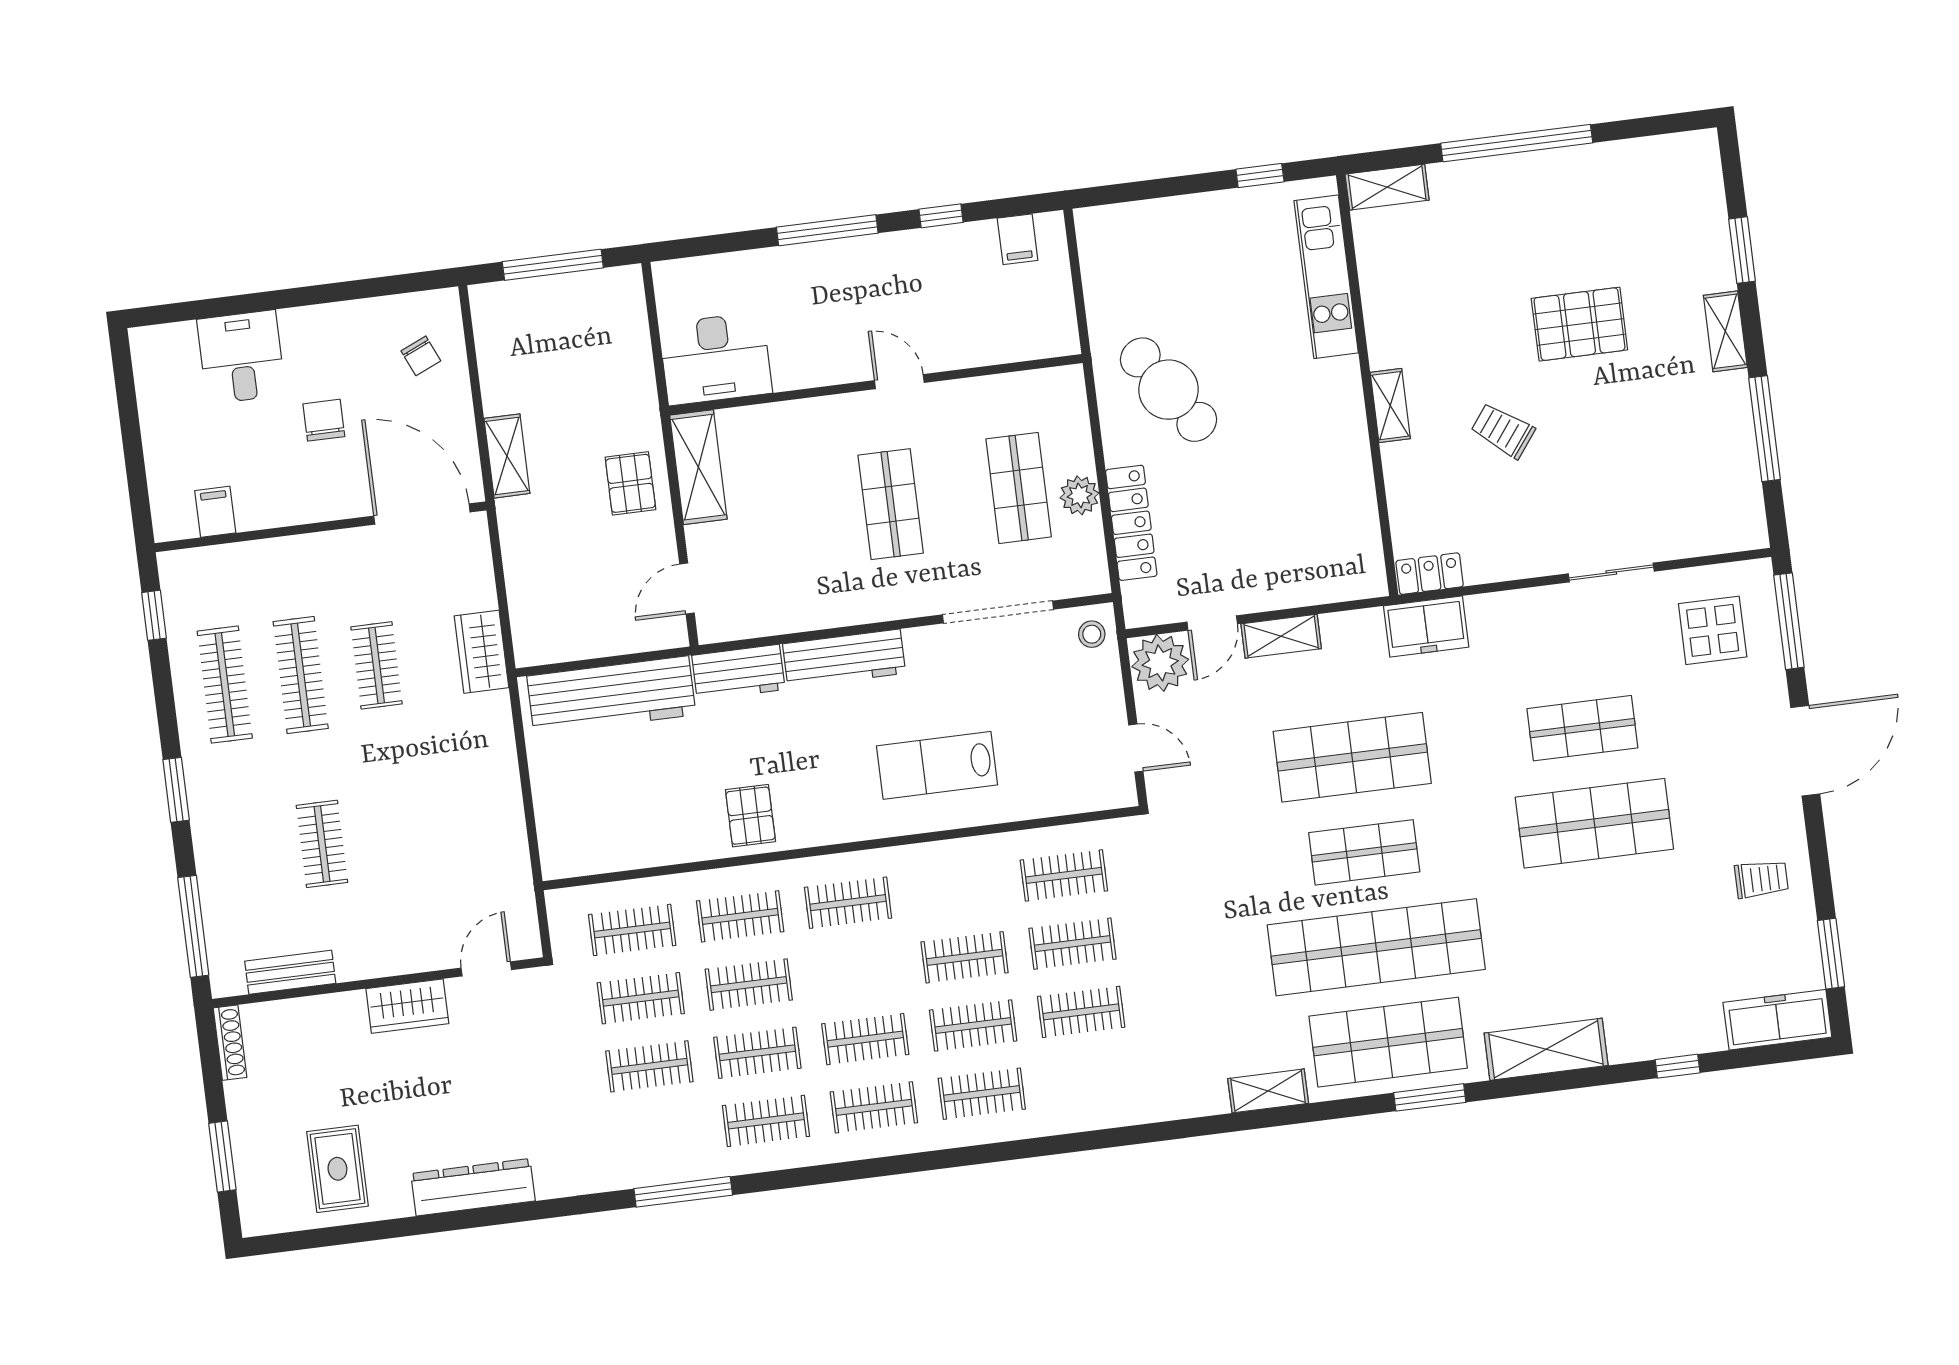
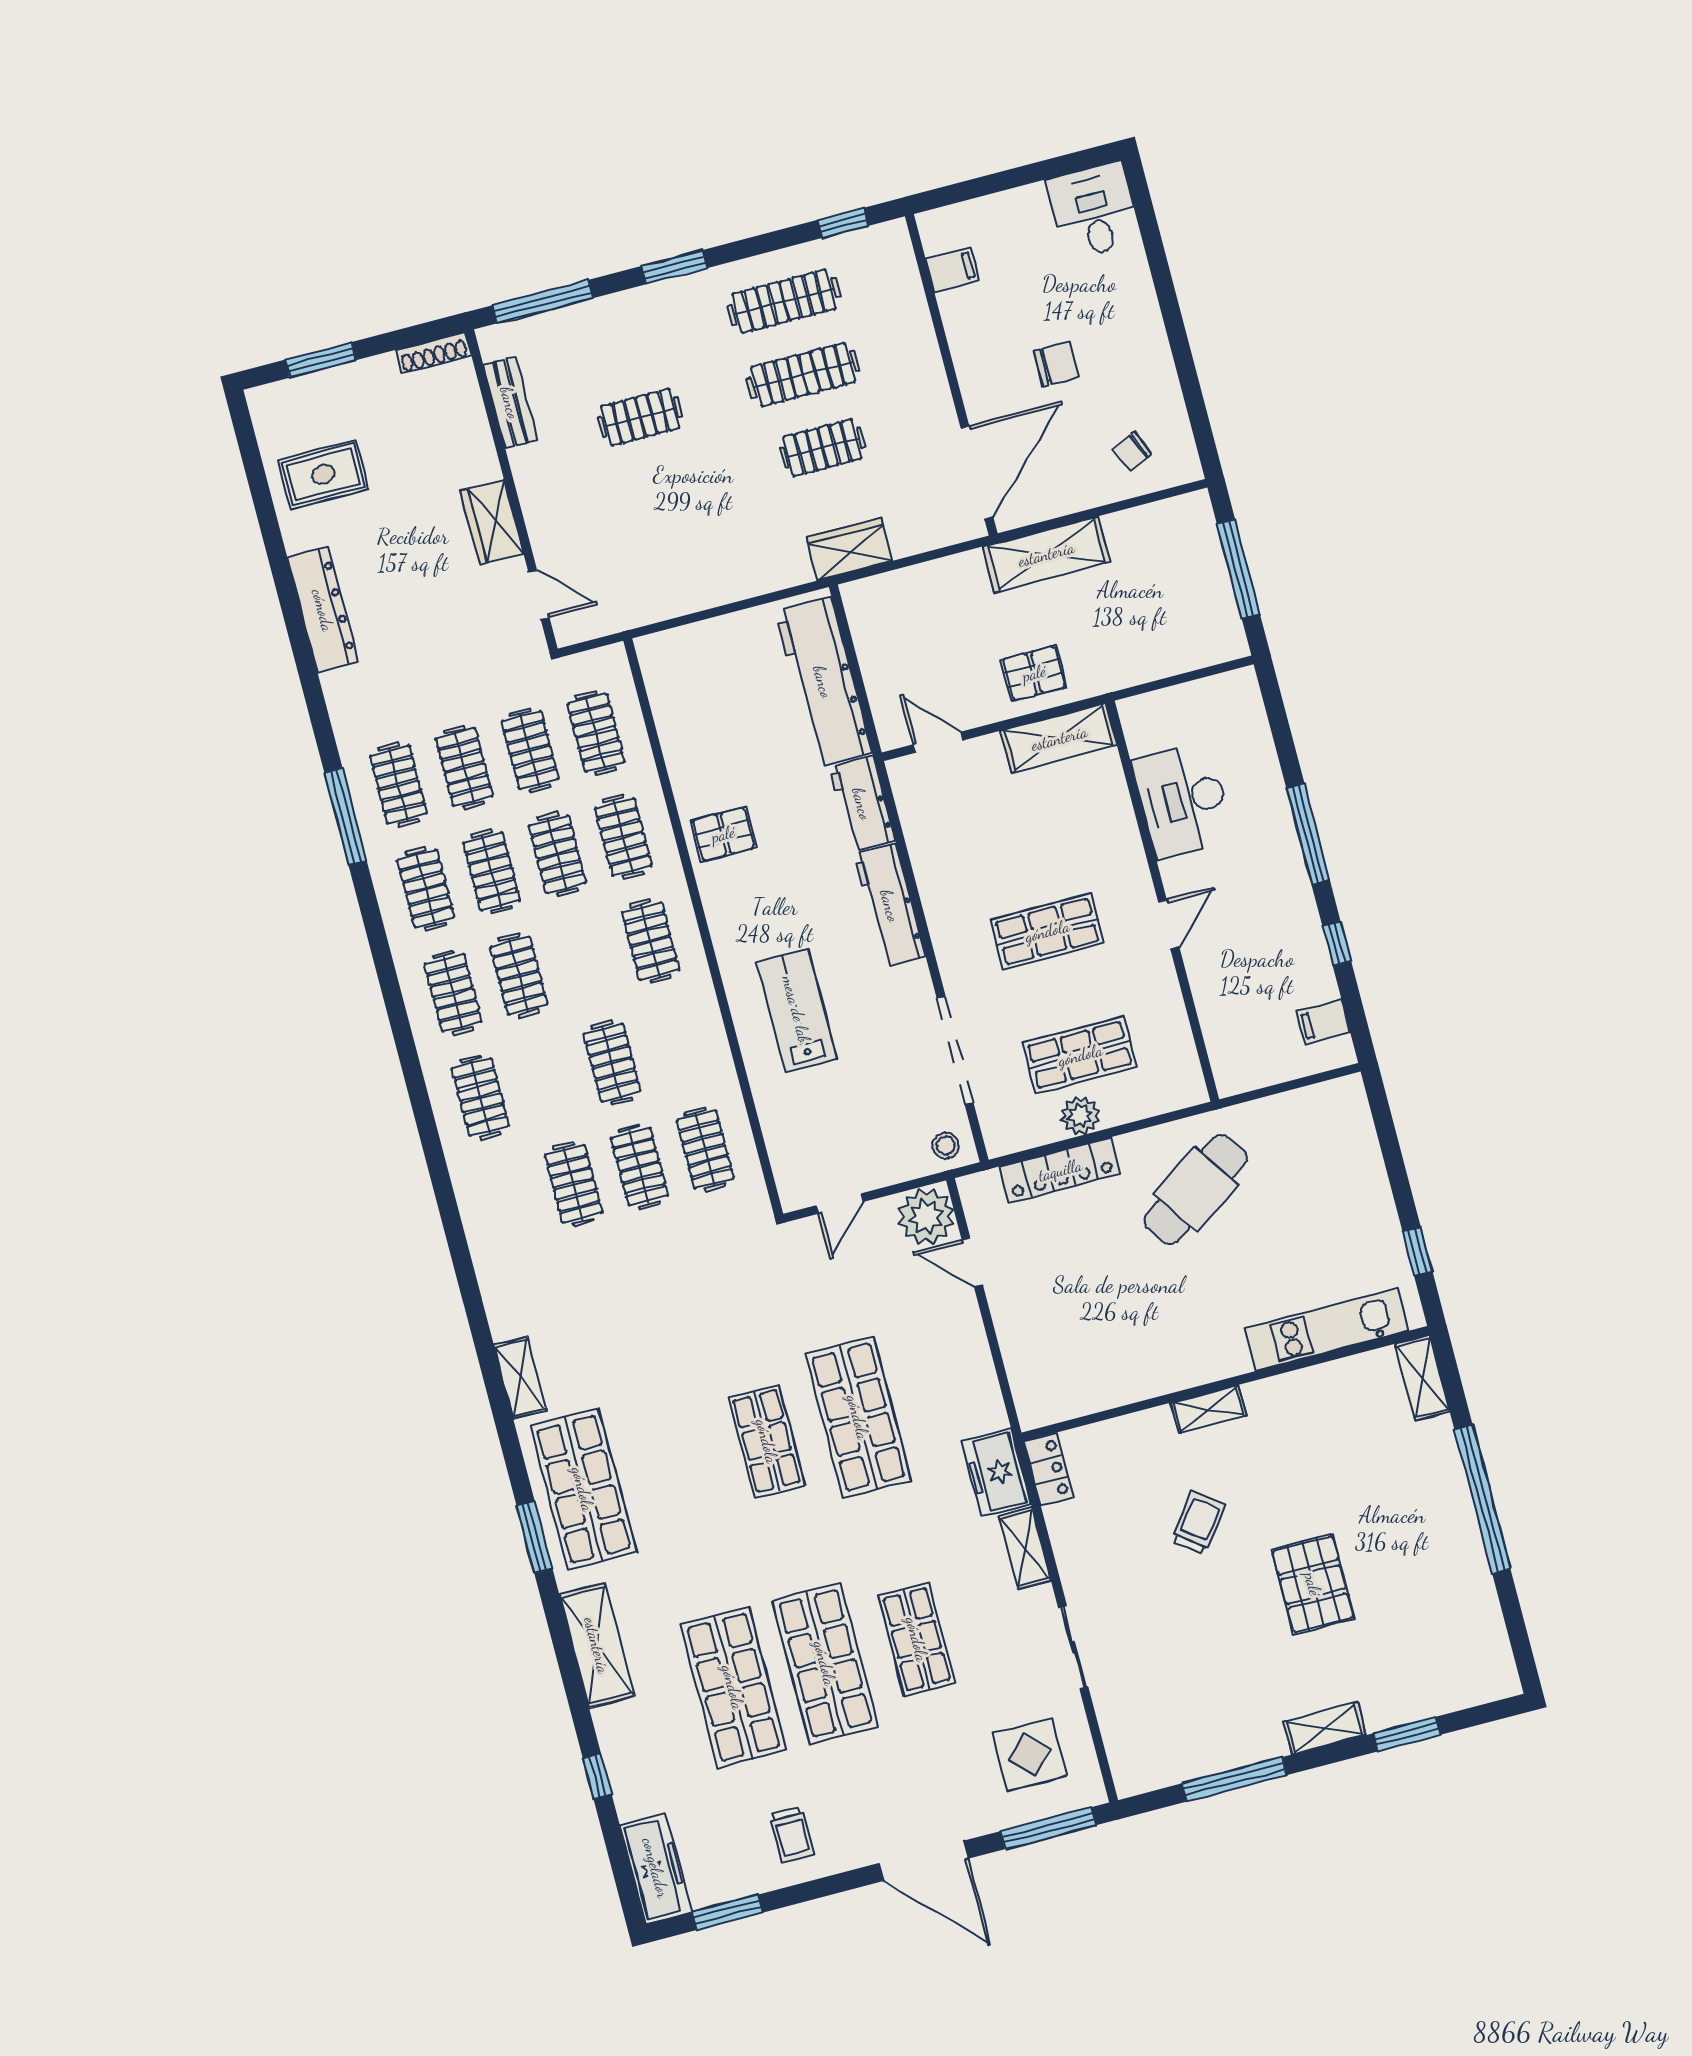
desk: (241, 357) -> (1094, 211), moved, turned -90
desk: (715, 359) -> (1183, 800), moved
shelving: (507, 456) -> (1046, 554), width x1.50, depth x1.33
shelving: (1281, 636) -> (1025, 1548), moved
shop shelf: (1376, 947) -> (733, 1687), moved, width x0.71
clothes rail: (973, 1025) -> (398, 785), moved

